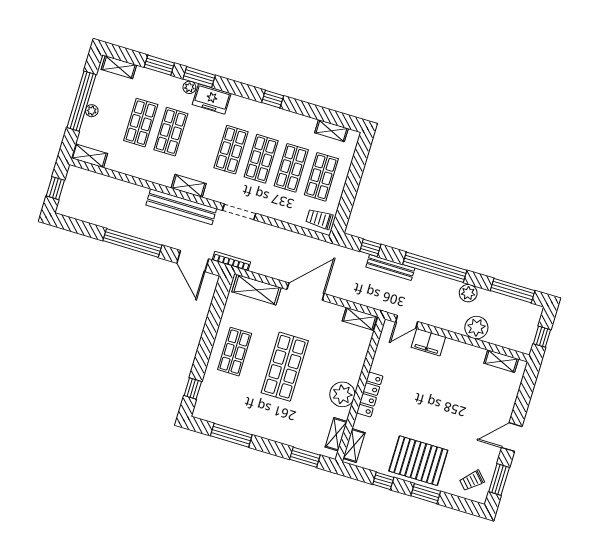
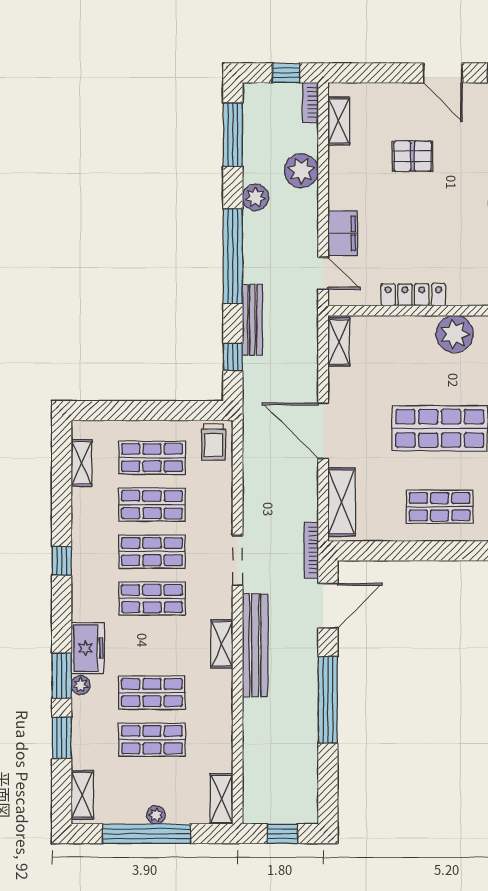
bookcase: (518, 346) -> (310, 103), added
locker: (370, 394) -> (413, 295), moved
pallet: (464, 402) -> (412, 156), added

